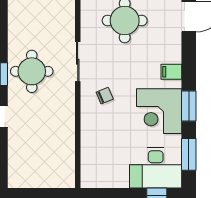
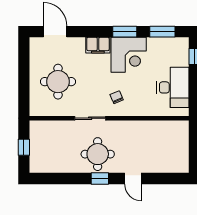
filing cabinet: (171, 72) -> (98, 45), width x2.00
desk: (156, 168) -> (173, 87), moved

